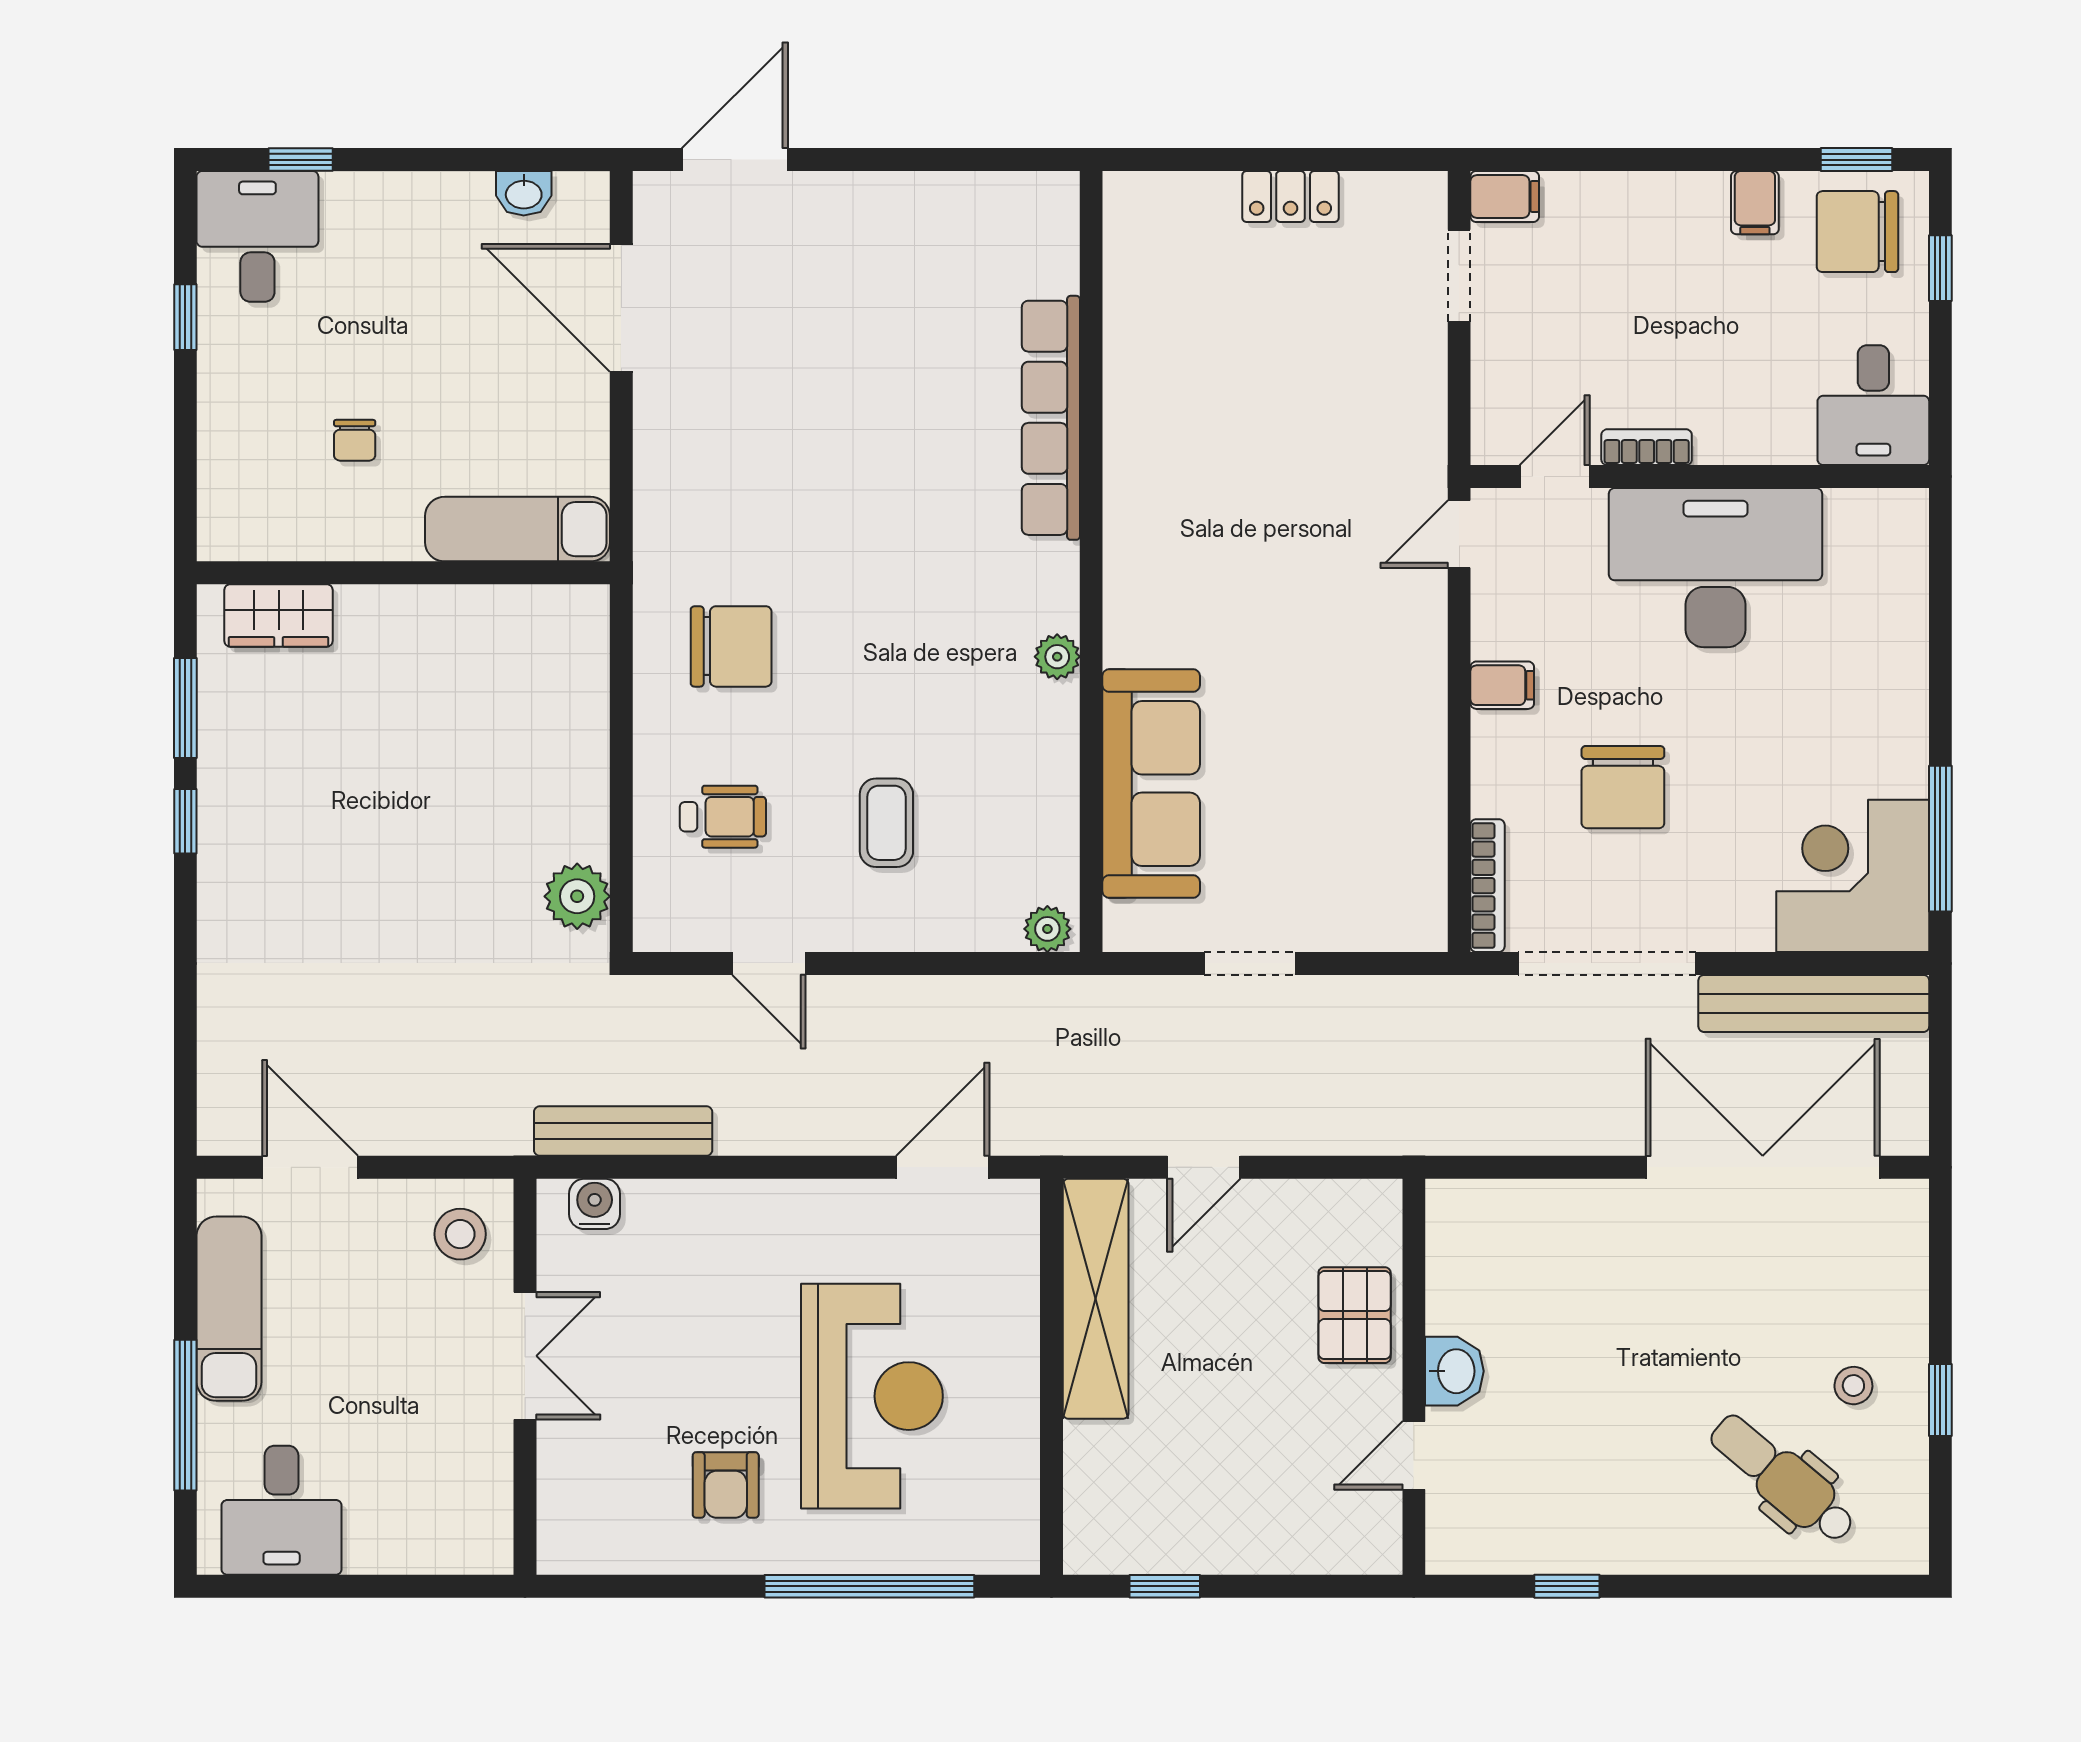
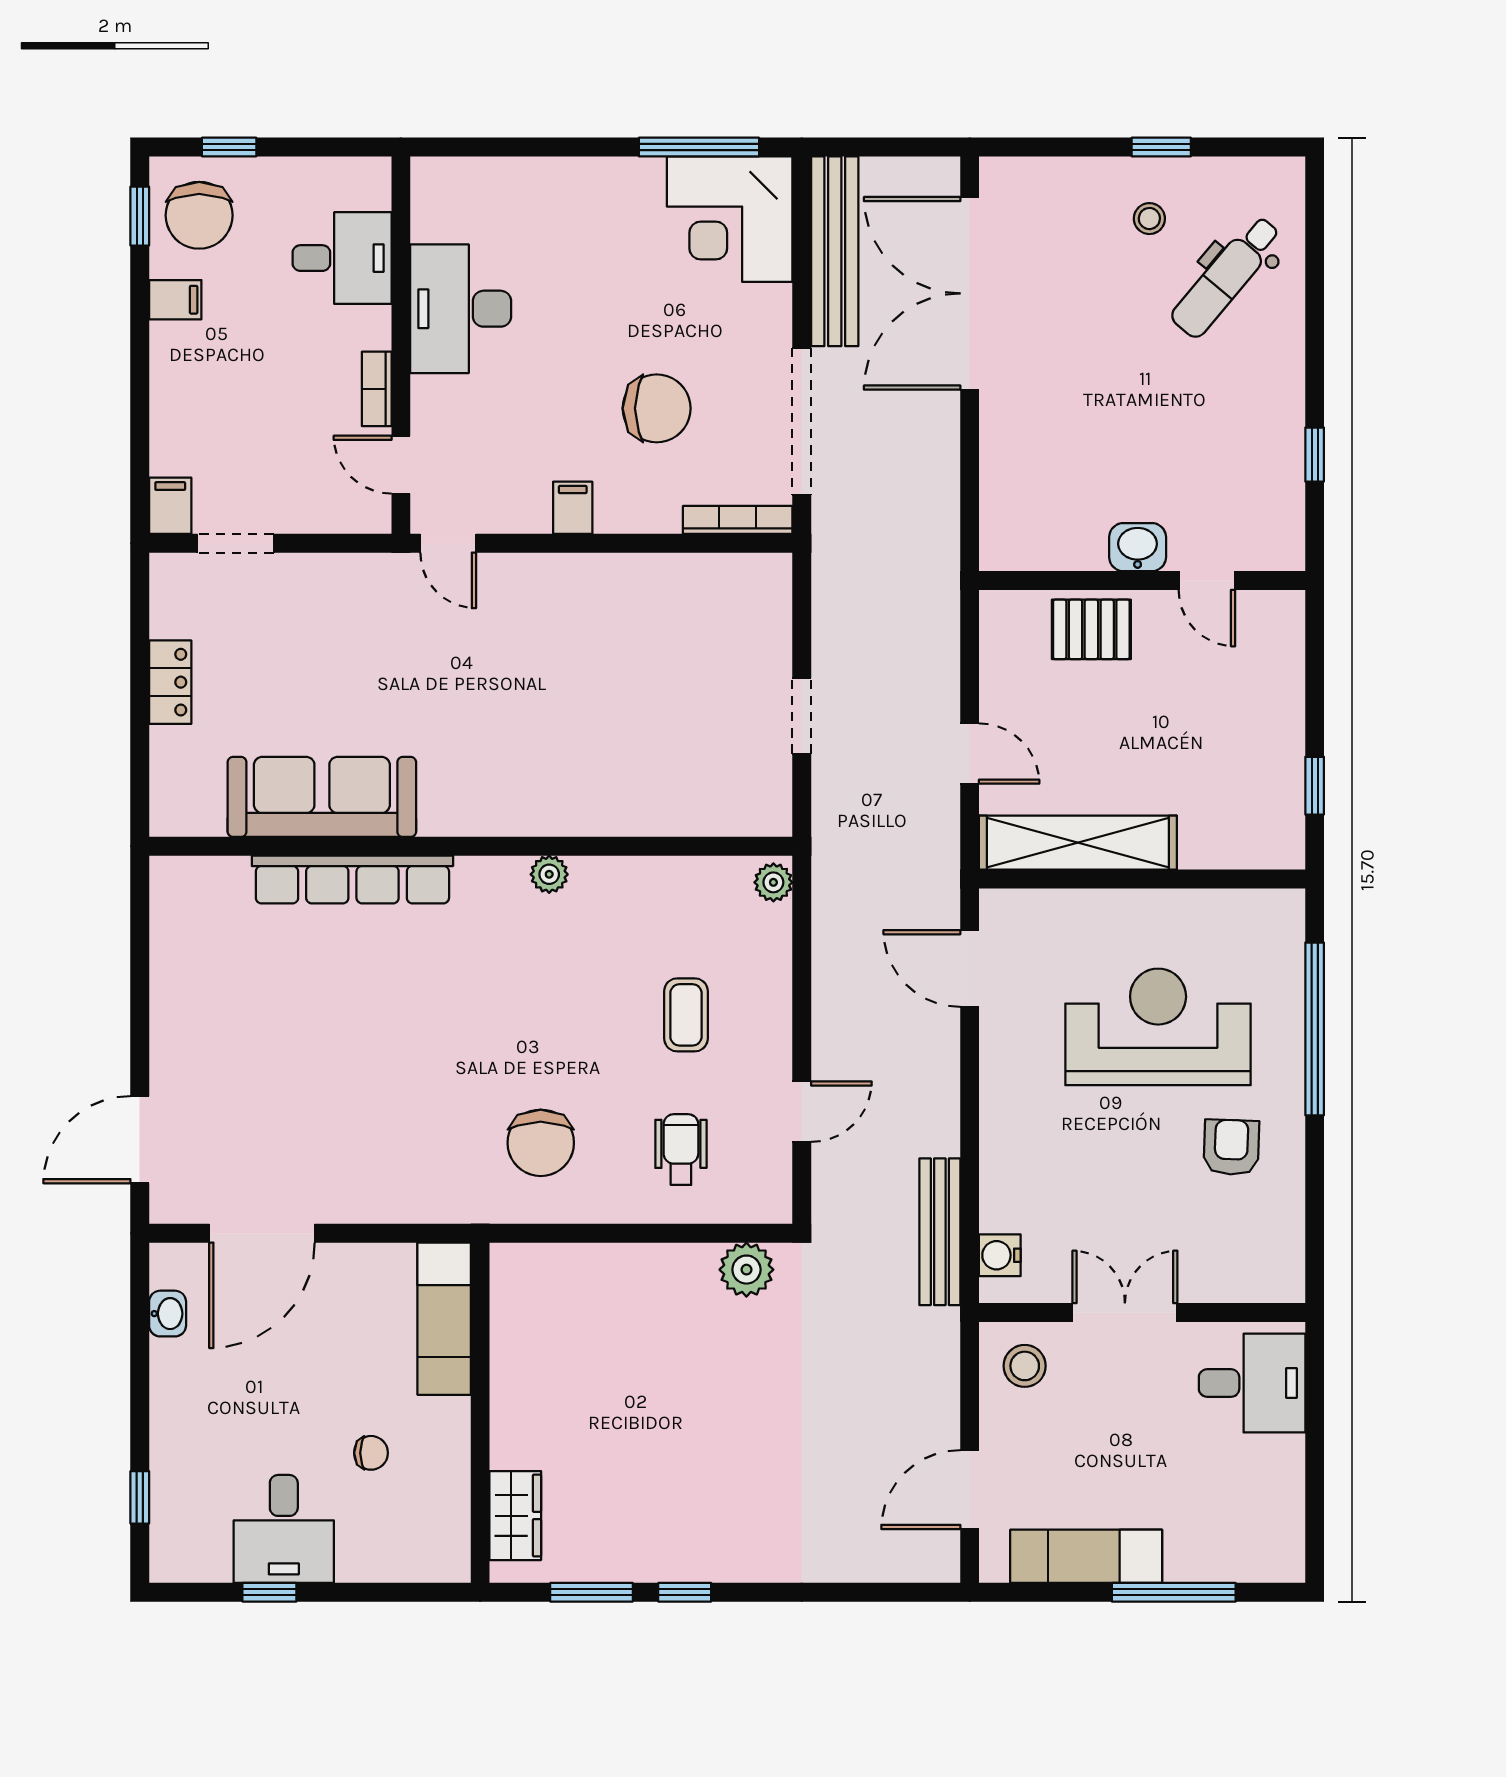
door: (735, 160) -> (140, 1140), hinge flipped
desk: (257, 236) -> (284, 1529), moved, turned -90
desk: (1873, 405) -> (342, 258), moved
desk: (1715, 568) -> (461, 309), width x0.73, depth x0.77
chair: (731, 646) -> (541, 1143), turned 180
sofa: (1151, 784) -> (322, 797), moved
coffee table: (886, 823) -> (686, 1015), turned 90
armchair: (726, 1485) -> (1231, 1147), turned -88
desk: (282, 1510) -> (1252, 1383), moved

